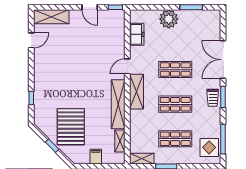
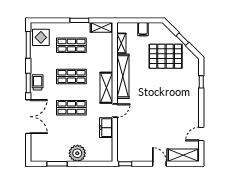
door: (90, 7) -> (159, 164), moved
freezer: (137, 34) -> (106, 128), moved
pallet: (71, 127) -> (166, 56), turned 90

